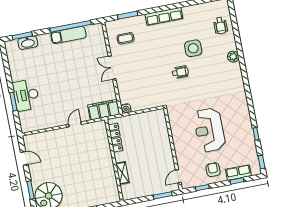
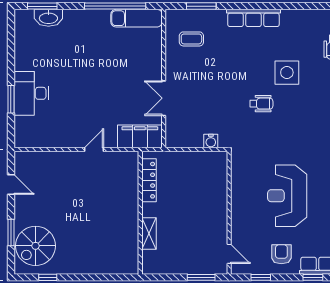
exam couch: (68, 35) -> (137, 18), moved
double door: (112, 68) -> (164, 98), moved
water cooler: (126, 109) -> (211, 141), moved
door: (178, 176) -> (229, 254), swing flipped

